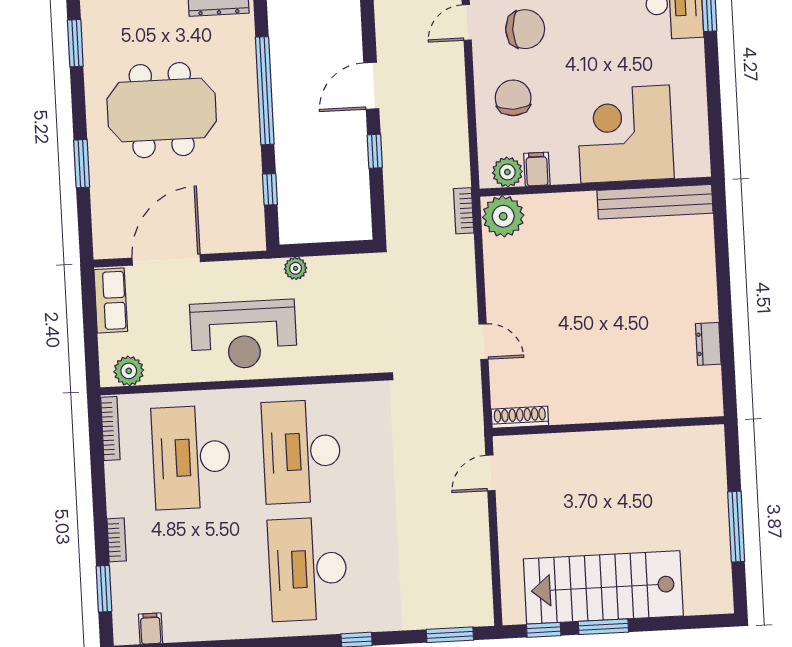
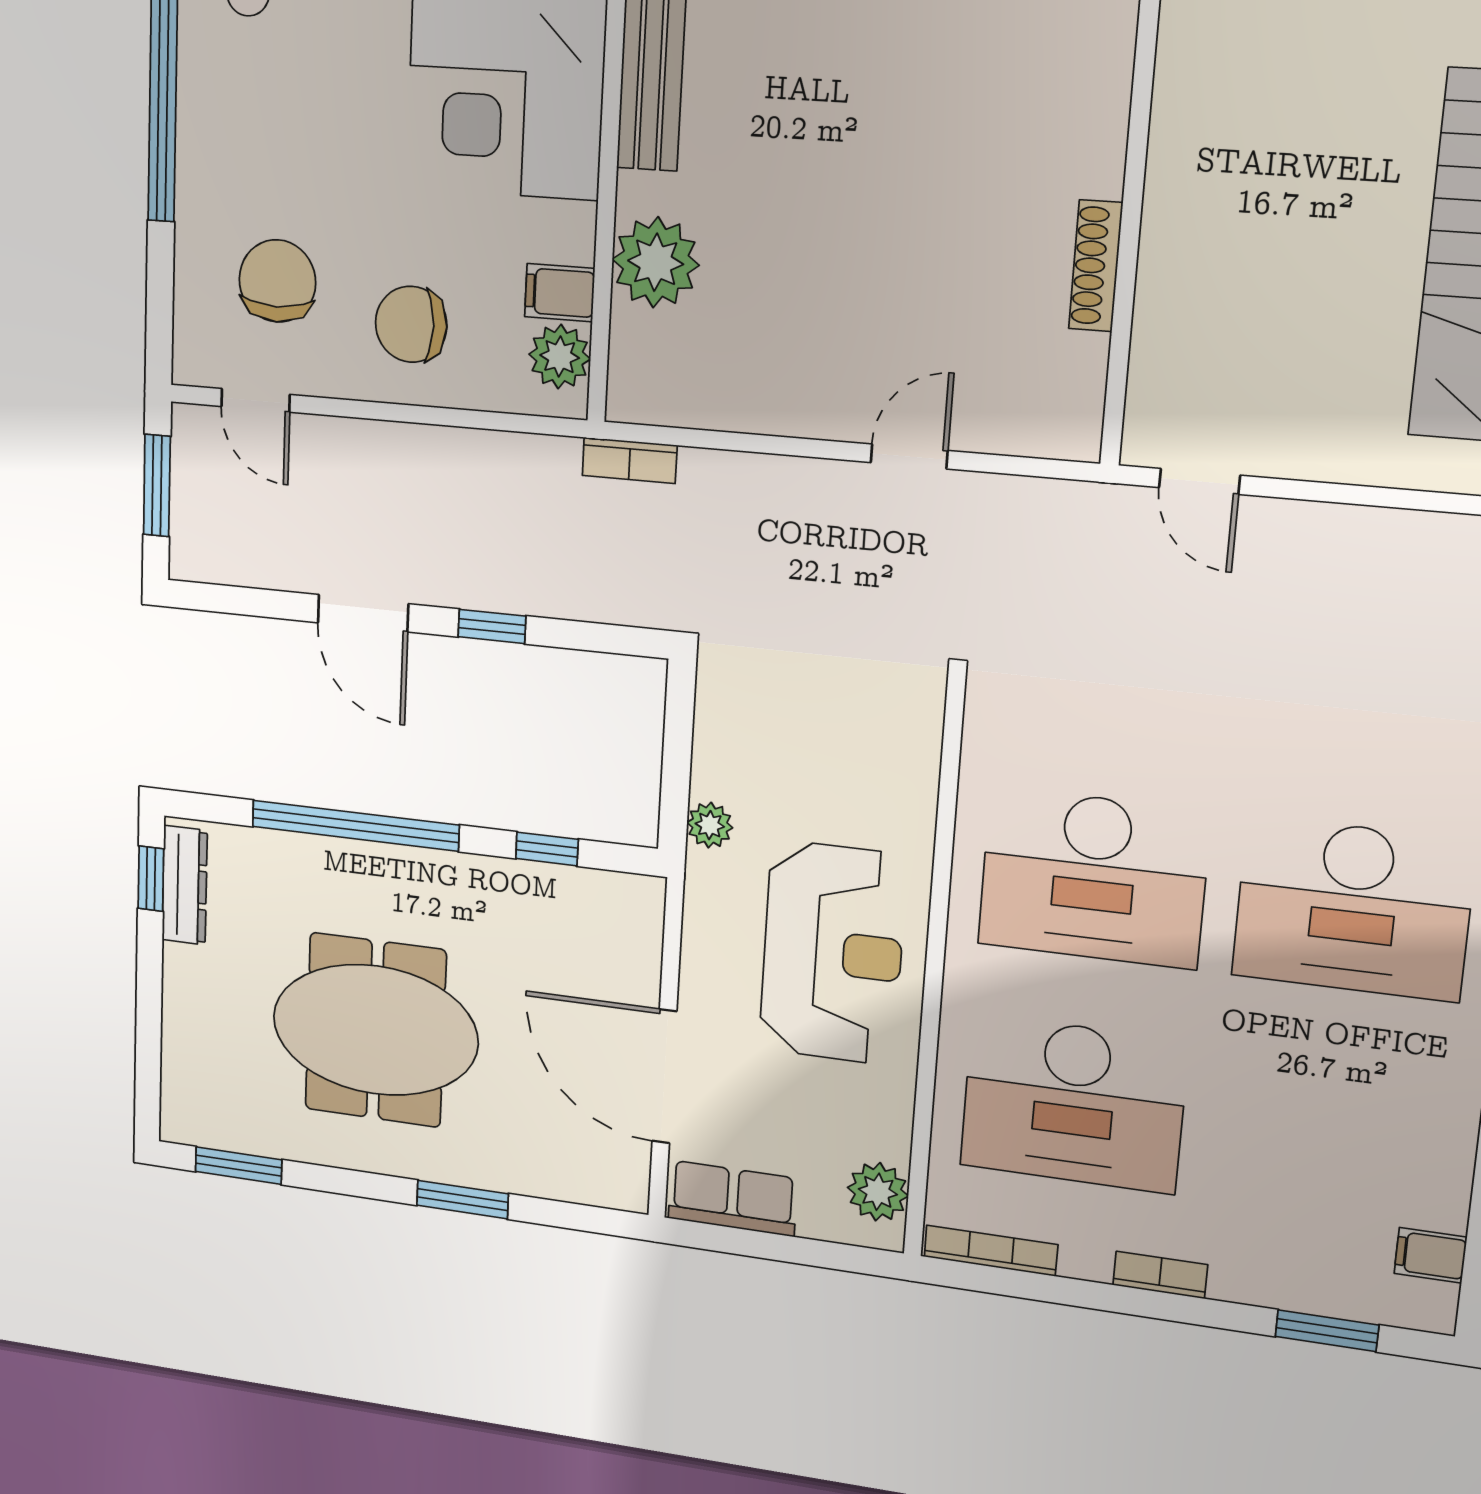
meeting table: (162, 110) -> (375, 1030), turned 90
plant: (503, 216) -> (656, 262), moved
shoe rack: (520, 417) -> (1096, 266), moved
bookcase: (117, 540) -> (1160, 1275), moved

